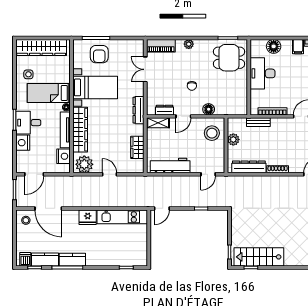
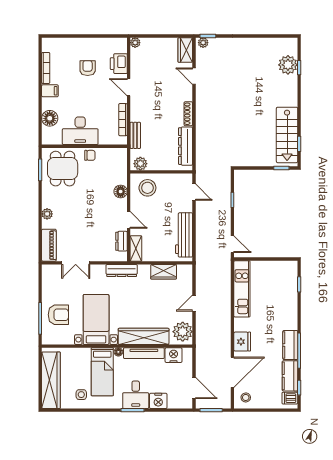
chair: (192, 86) -> (90, 155), moved
plant: (233, 139) -> (140, 164), moved
fridge: (88, 217) -> (242, 342), moved

